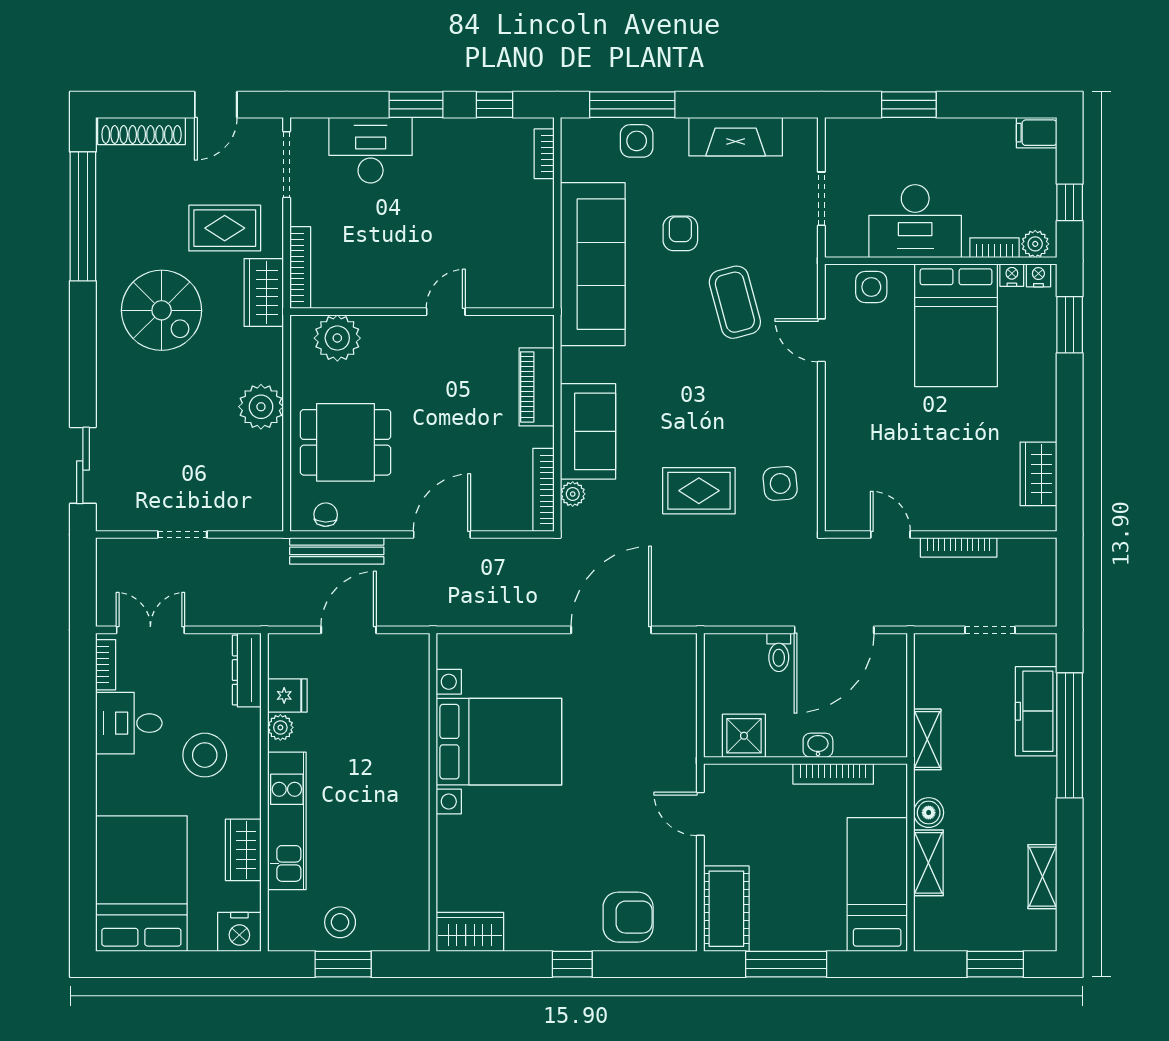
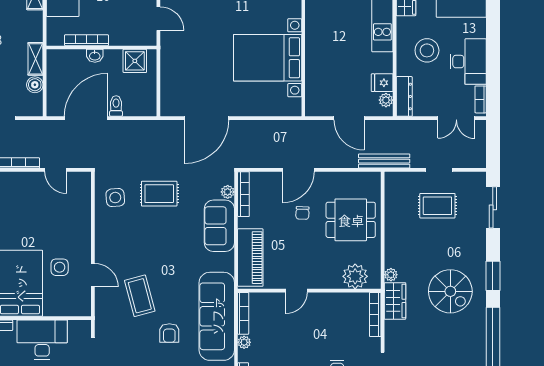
plant: (542, 216) -> (244, 342), added
rug: (225, 228) -> (437, 206), moved
bookcase: (544, 270) -> (243, 313), added
side table: (871, 287) -> (60, 267), moved
spiral stairs: (162, 310) -> (450, 291), turned 180
window: (83, 339) -> (493, 276), added
piano: (537, 387) -> (250, 258), width x1.37, depth x1.33
plant: (261, 407) -> (391, 275), moved, width x0.53, depth x0.53
chair: (326, 515) -> (302, 213), moved
bench: (337, 551) -> (384, 161), moved
door: (349, 630) -> (349, 118), hinge flipped
desk: (129, 723) -> (468, 62), width x1.37
plant: (280, 727) -> (386, 100), moved
boiler: (929, 813) -> (35, 85), moved

